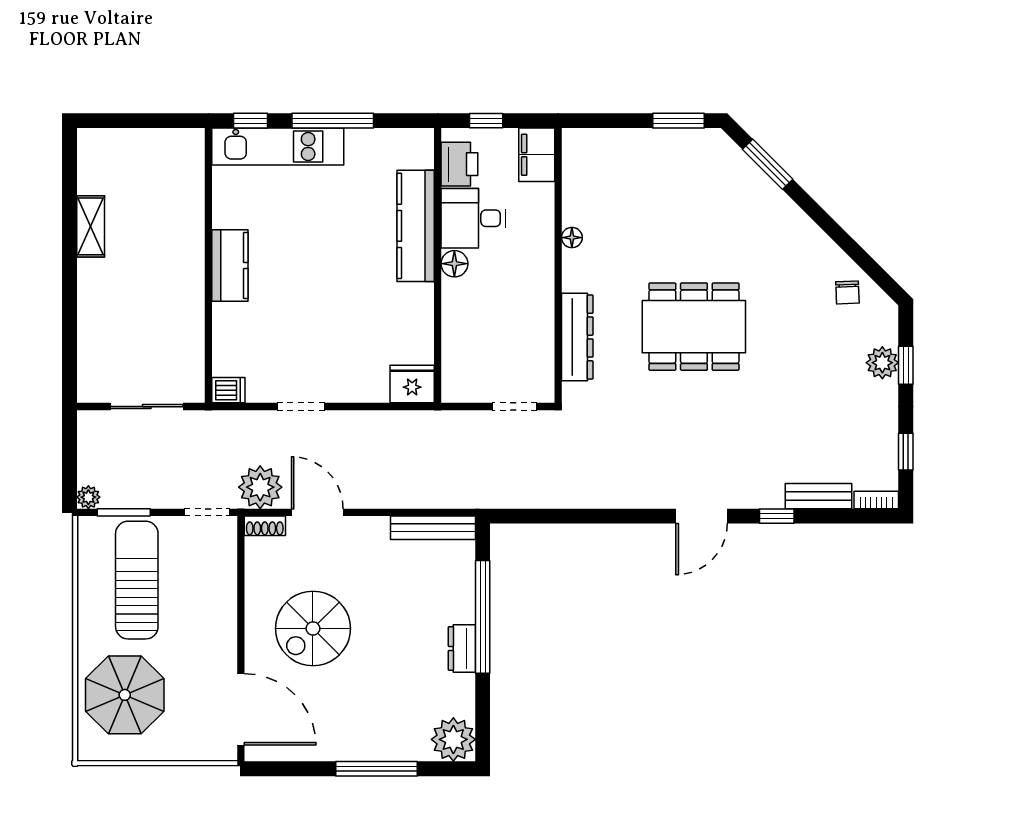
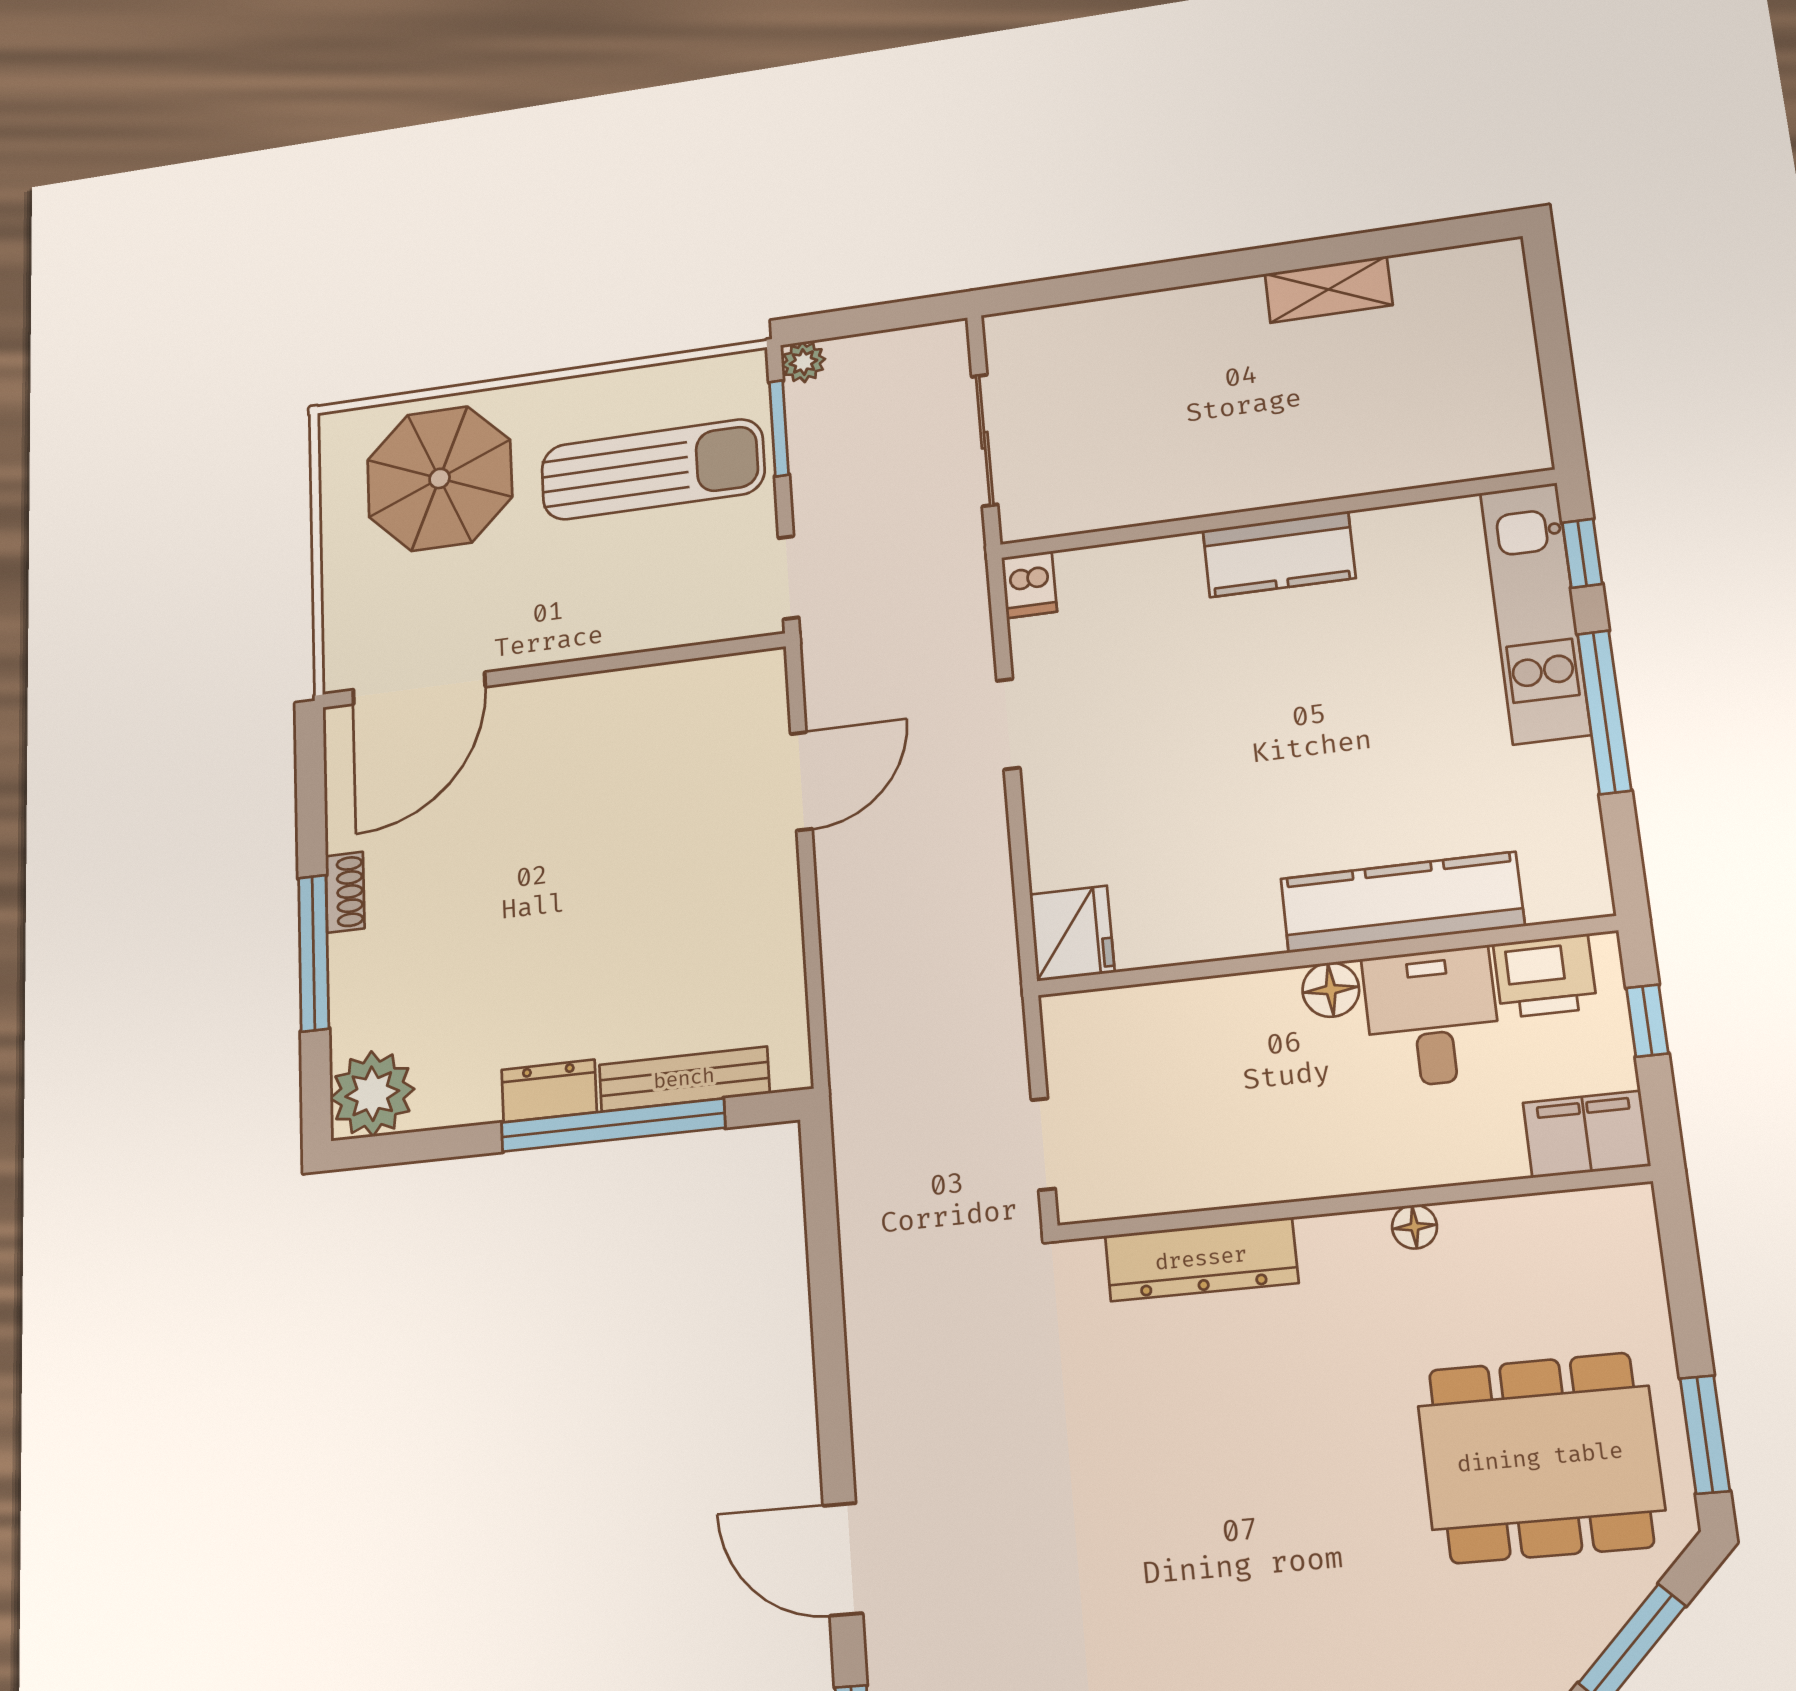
dining table: (694, 327) -> (1540, 1458), moved, turned 90
plant: (260, 487) -> (843, 668), removed
shoe rack: (265, 526) -> (345, 892), moved, turned 180
bench: (433, 528) -> (684, 1079), moved, turned 90
spiral stairs: (313, 628) -> (576, 801), removed

